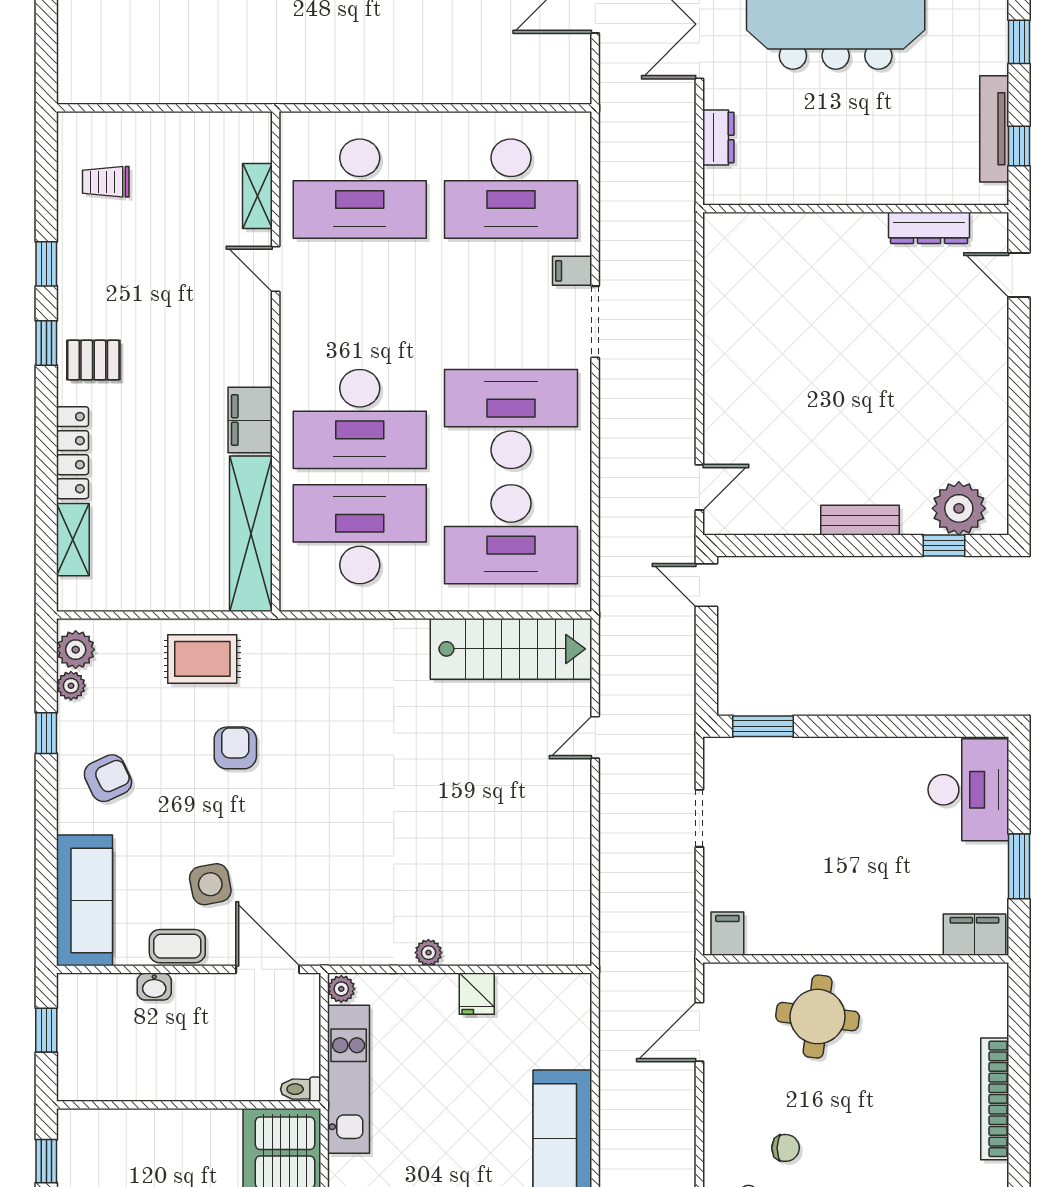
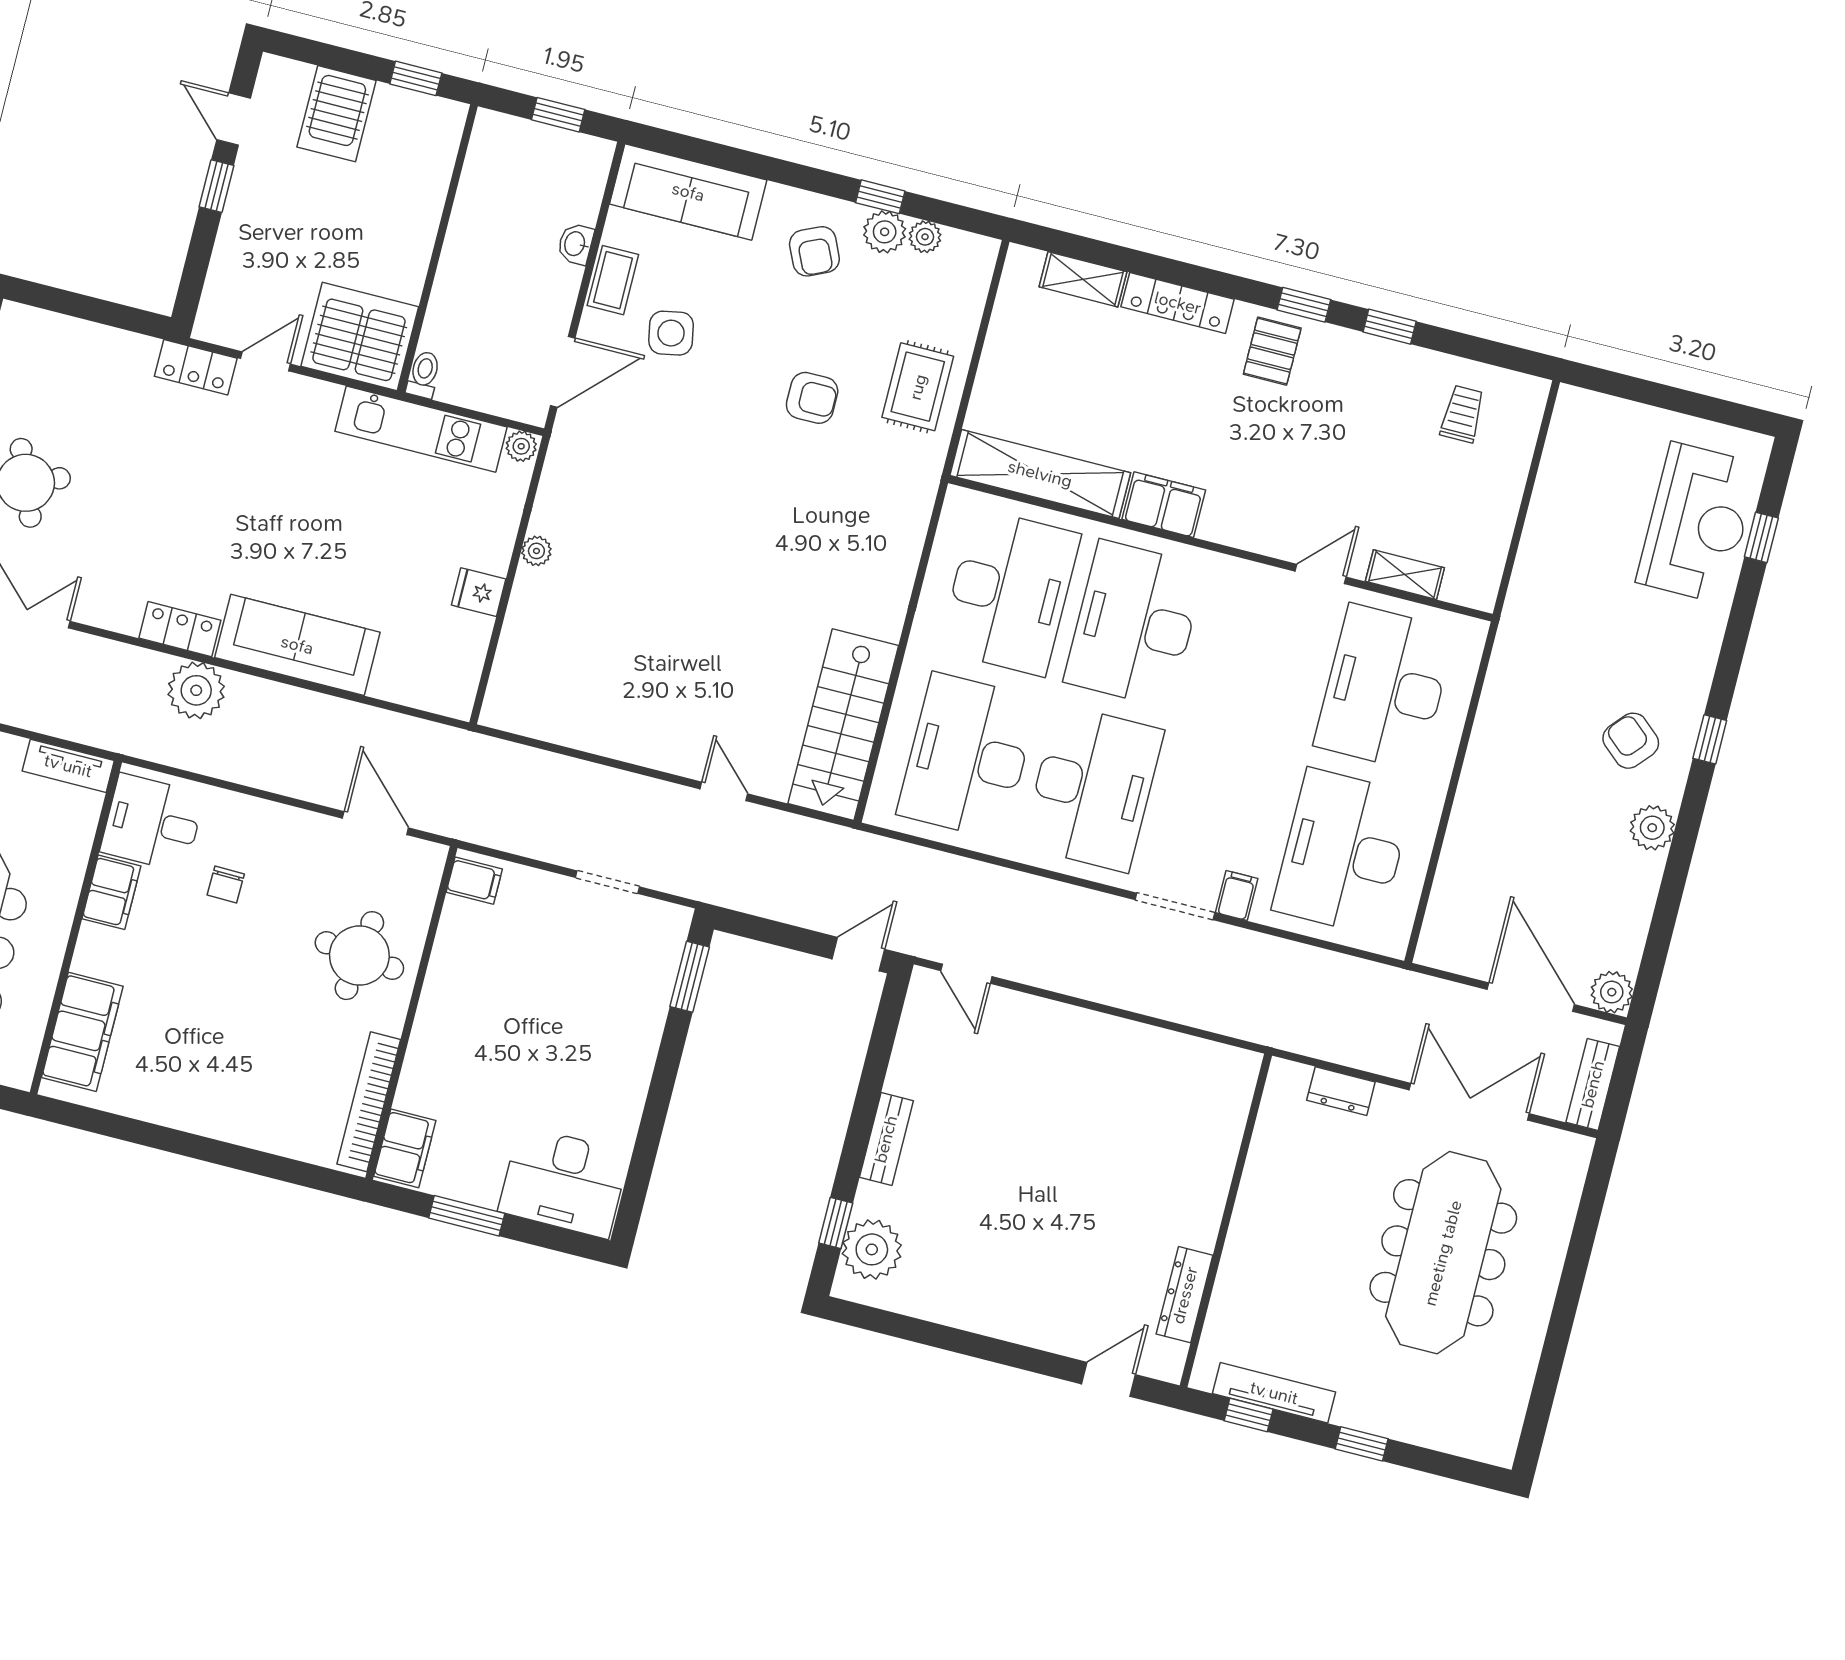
plant: (76, 650) -> (885, 232), moved
bookcase: (995, 1099) -> (369, 1102), moved, turned -90

